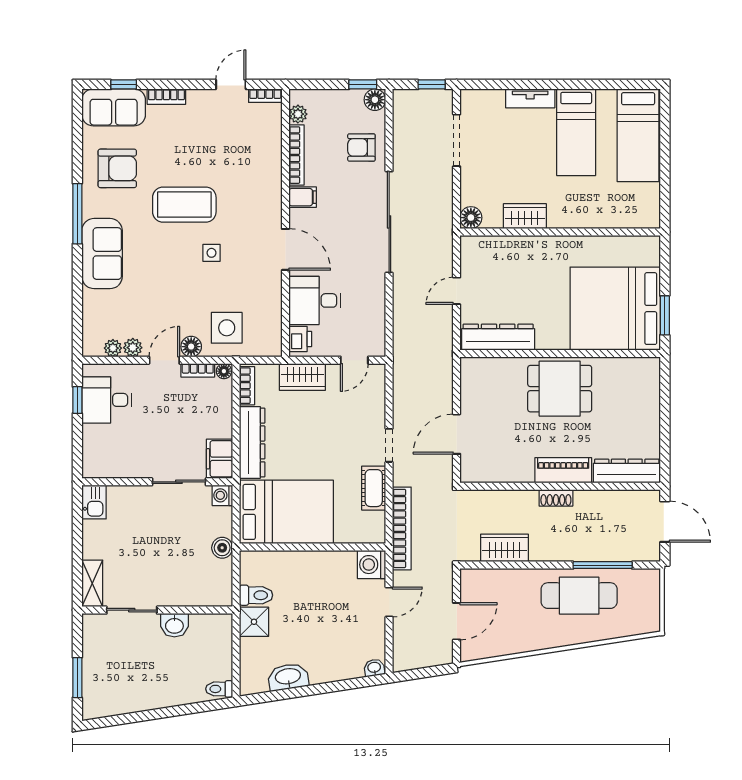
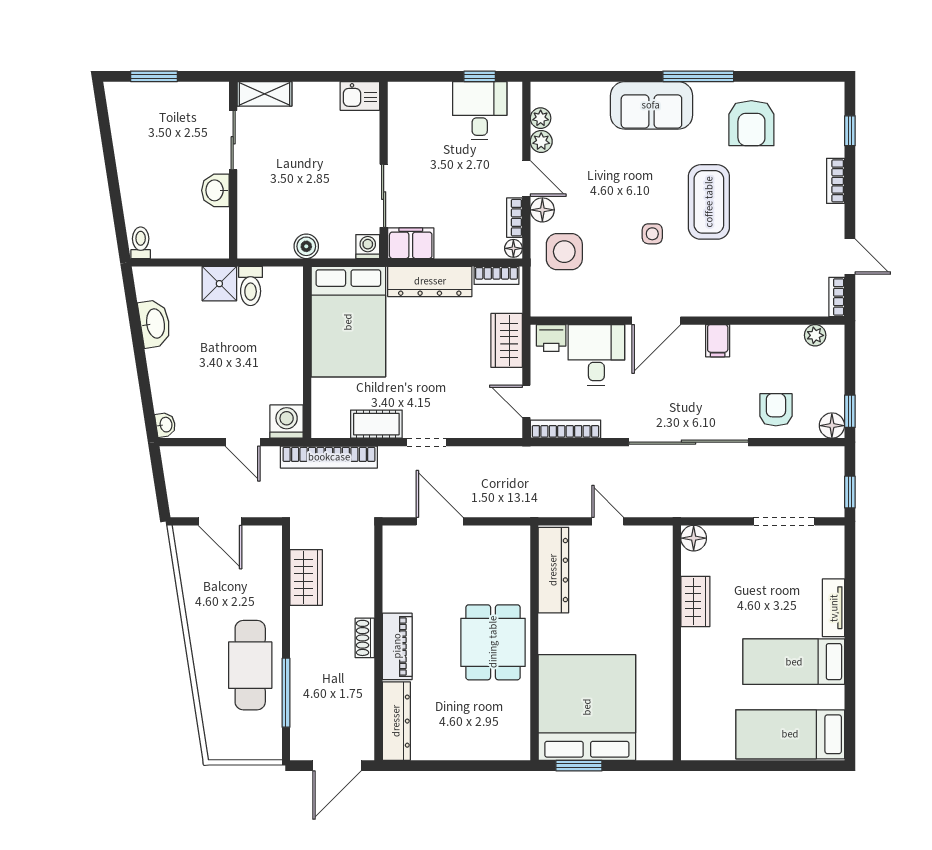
sofa: (114, 107) -> (823, 119), removed
bookcase: (297, 155) -> (565, 429), moved, turned 180

